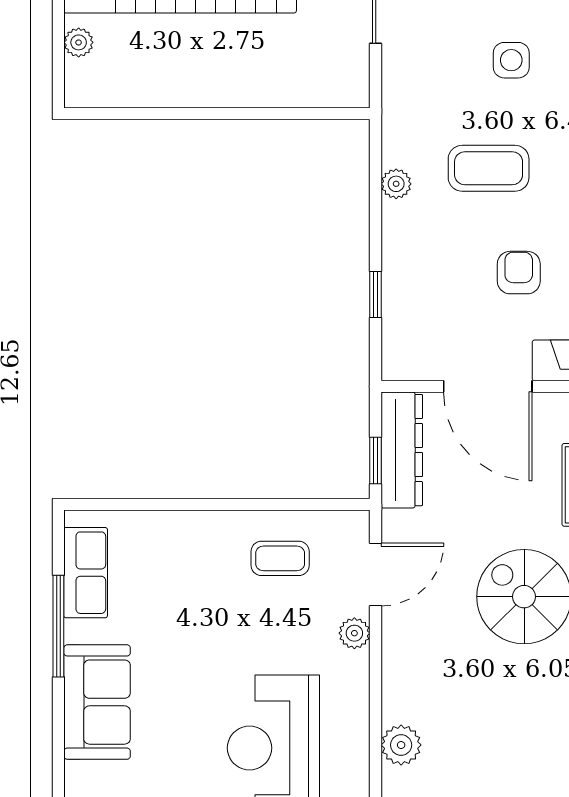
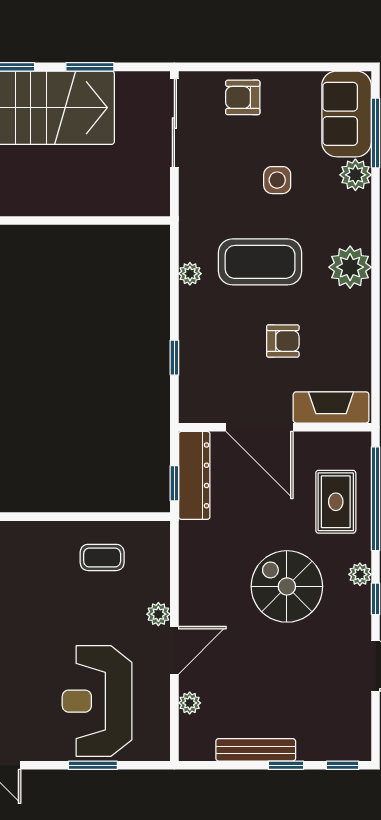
coffee table: (489, 168) -> (260, 262), width x1.36, depth x1.32
armchair: (519, 273) -> (283, 341), turned 90
door: (376, 574) -> (174, 650), moved
plant: (401, 745) -> (190, 703), width x0.73, depth x0.73

